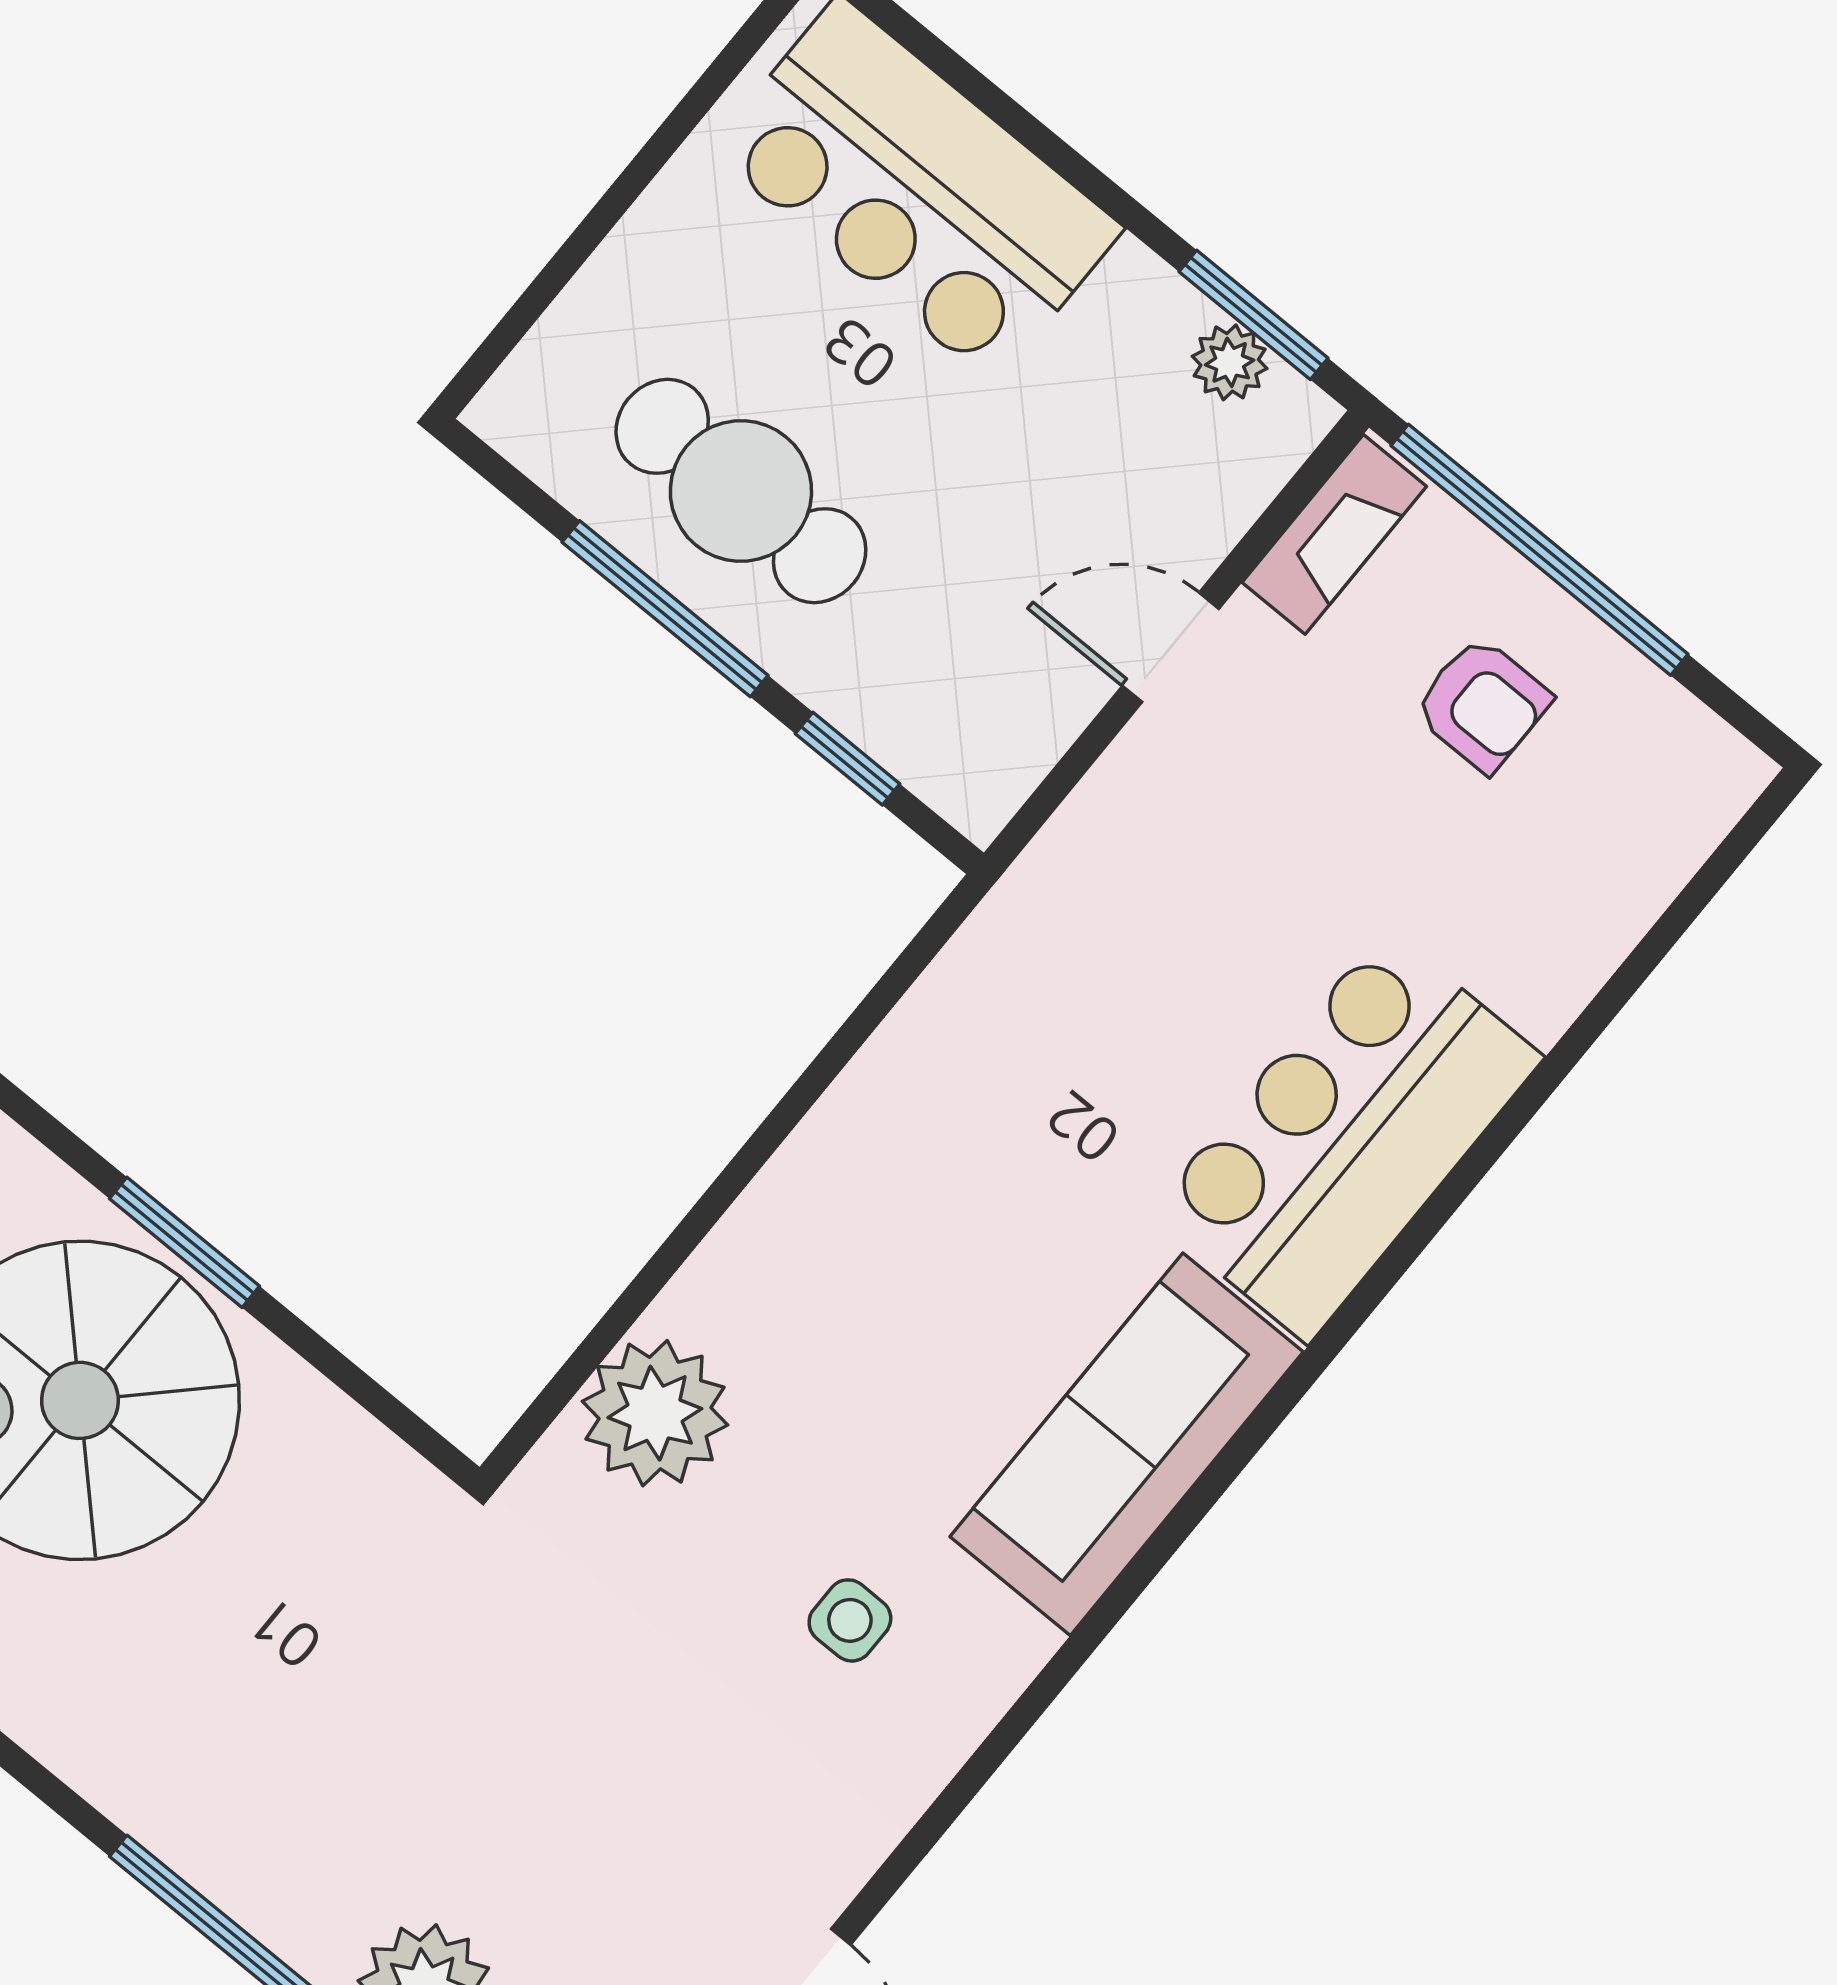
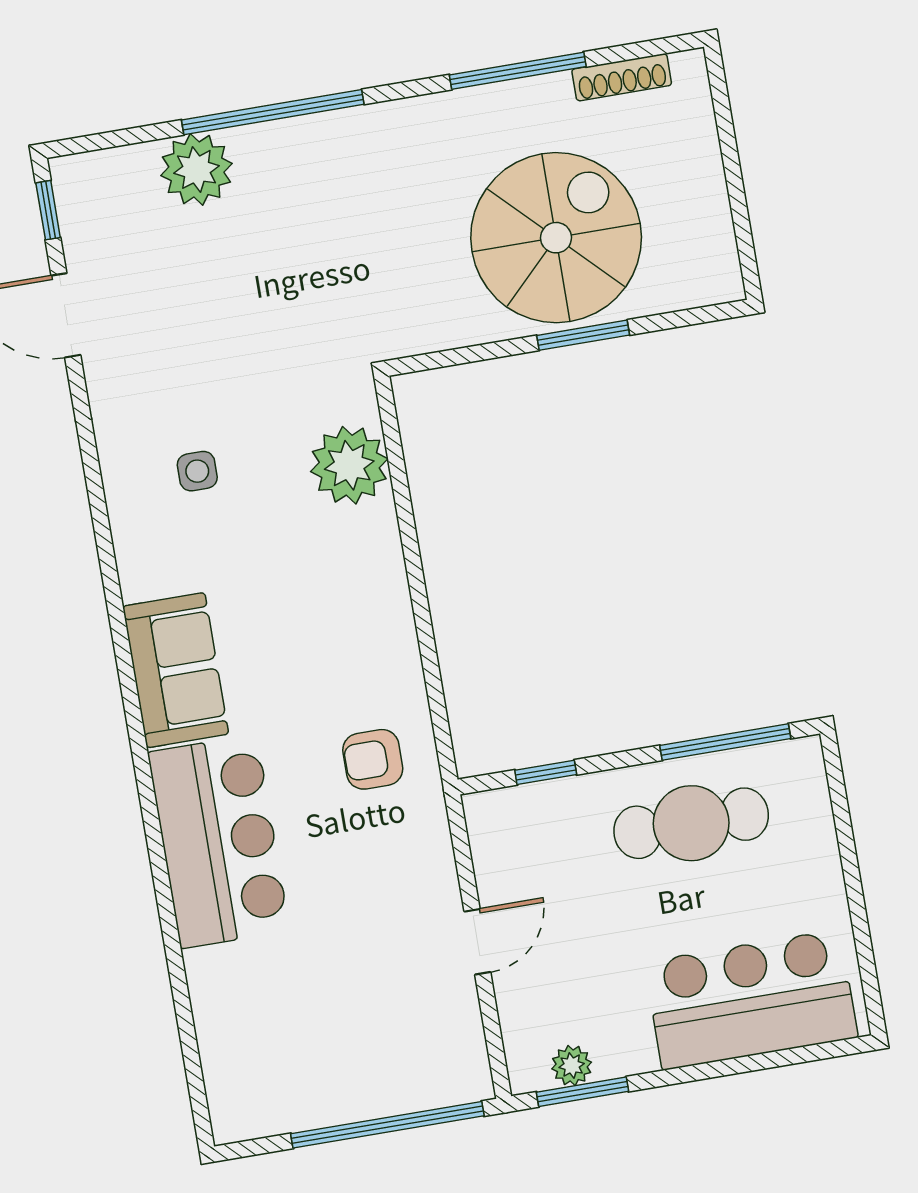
fireplace: (1334, 534) -> (466, 1047), removed
window: (665, 609) -> (725, 742), moved
armchair: (1482, 704) -> (373, 759), moved
sofa: (1127, 1444) -> (176, 670), width x0.73

